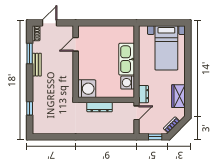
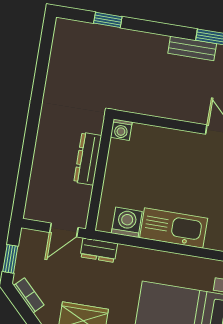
washing machine: (87, 89) -> (121, 130), width x0.53, depth x0.53
door: (136, 113) -> (64, 230), hinge flipped

